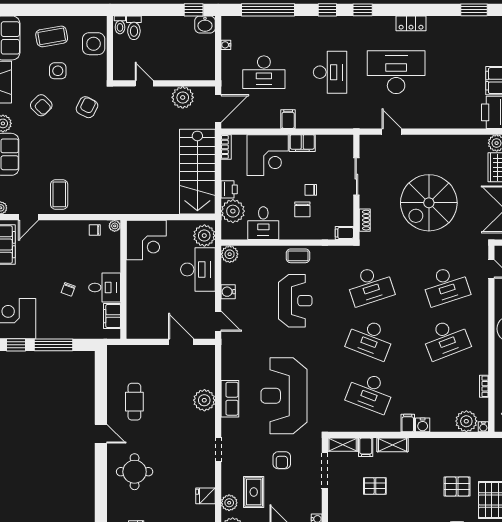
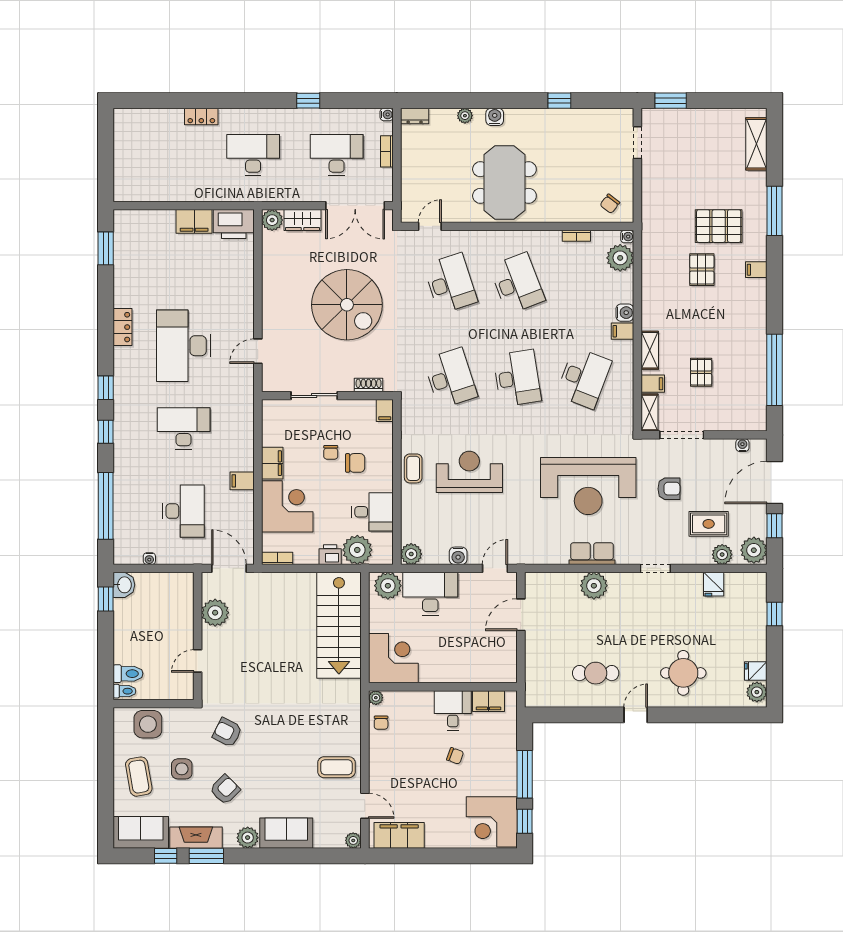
stairs: (197, 172) -> (339, 625), moved, turned 90
desk: (370, 339) -> (517, 378), turned -30

